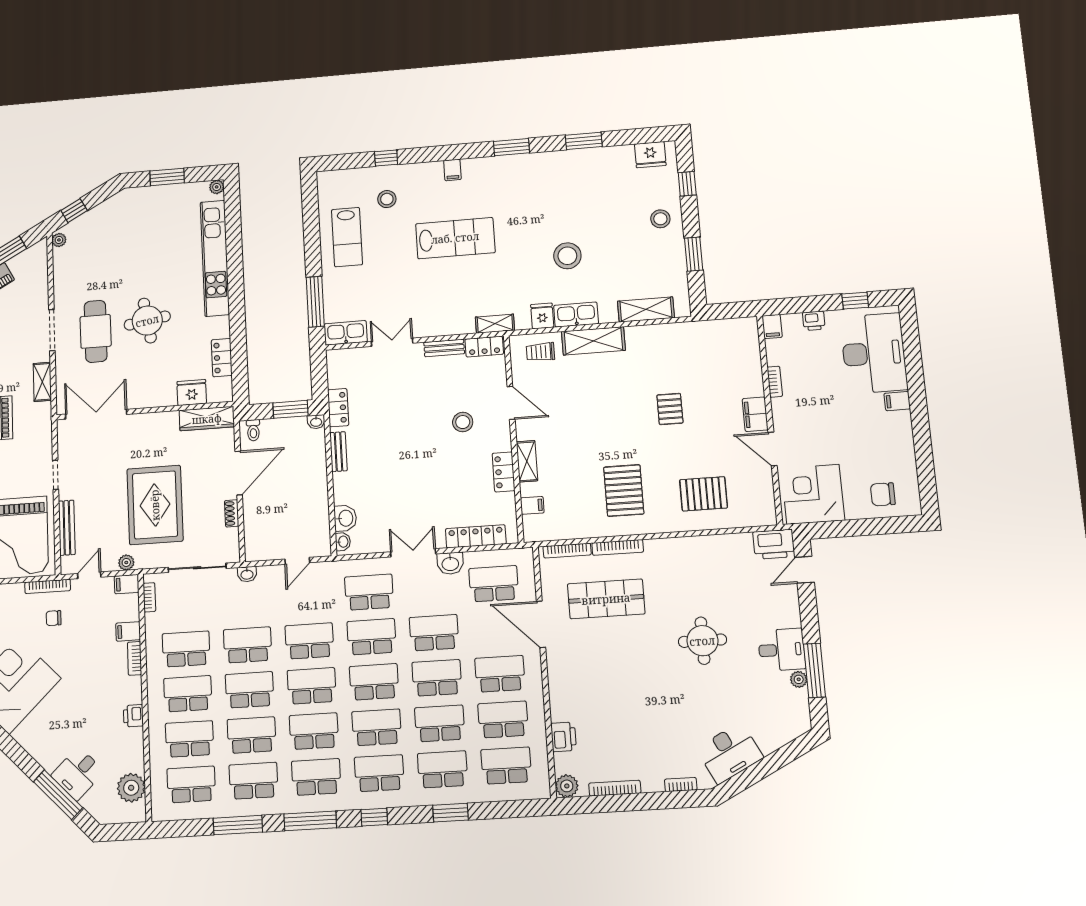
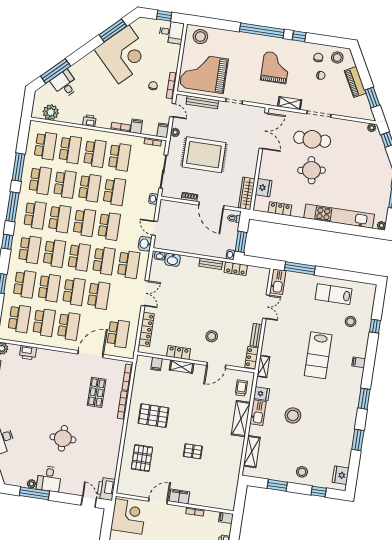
washbasin: (450, 563) -> (145, 244), moved
shop shelf: (606, 599) -> (97, 392), width x0.70, depth x0.74

